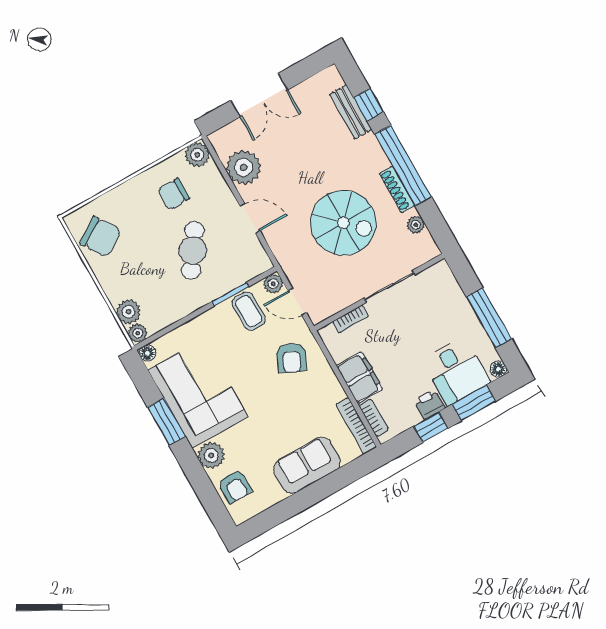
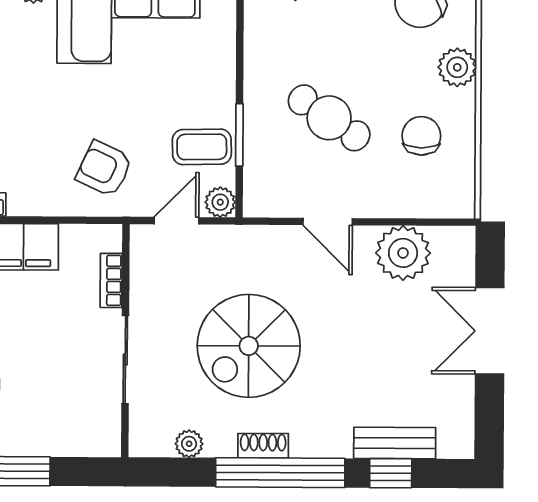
plant: (197, 155) -> (457, 67), moved
shoe rack: (397, 189) -> (263, 446), width x0.70
door: (250, 218) -> (328, 222), hinge flipped

